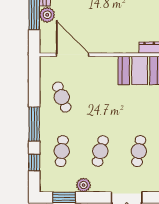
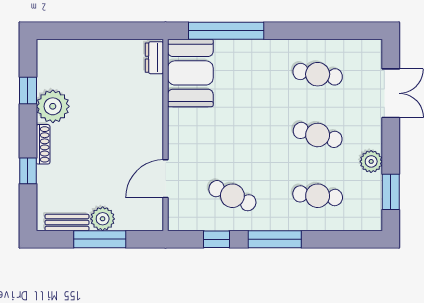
door: (73, 55) -> (166, 179), width x0.73
cafe table: (62, 97) -> (232, 196), turned 45
window: (34, 163) -> (216, 239), moved

